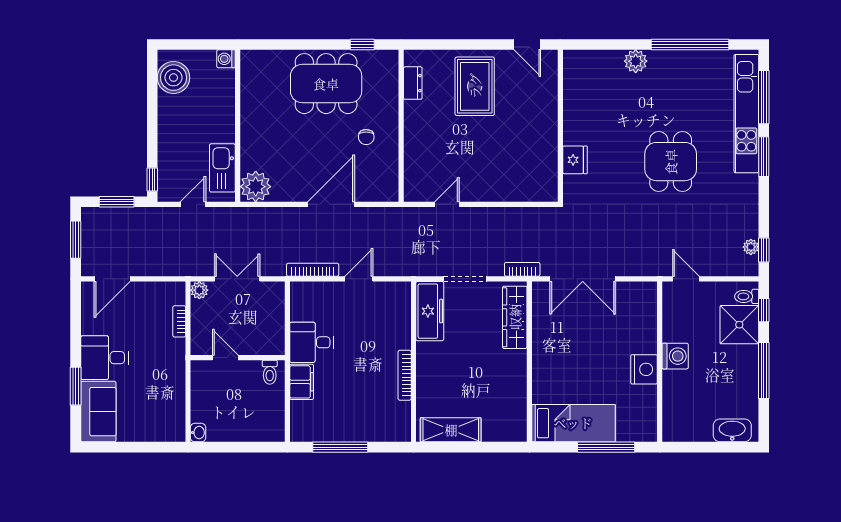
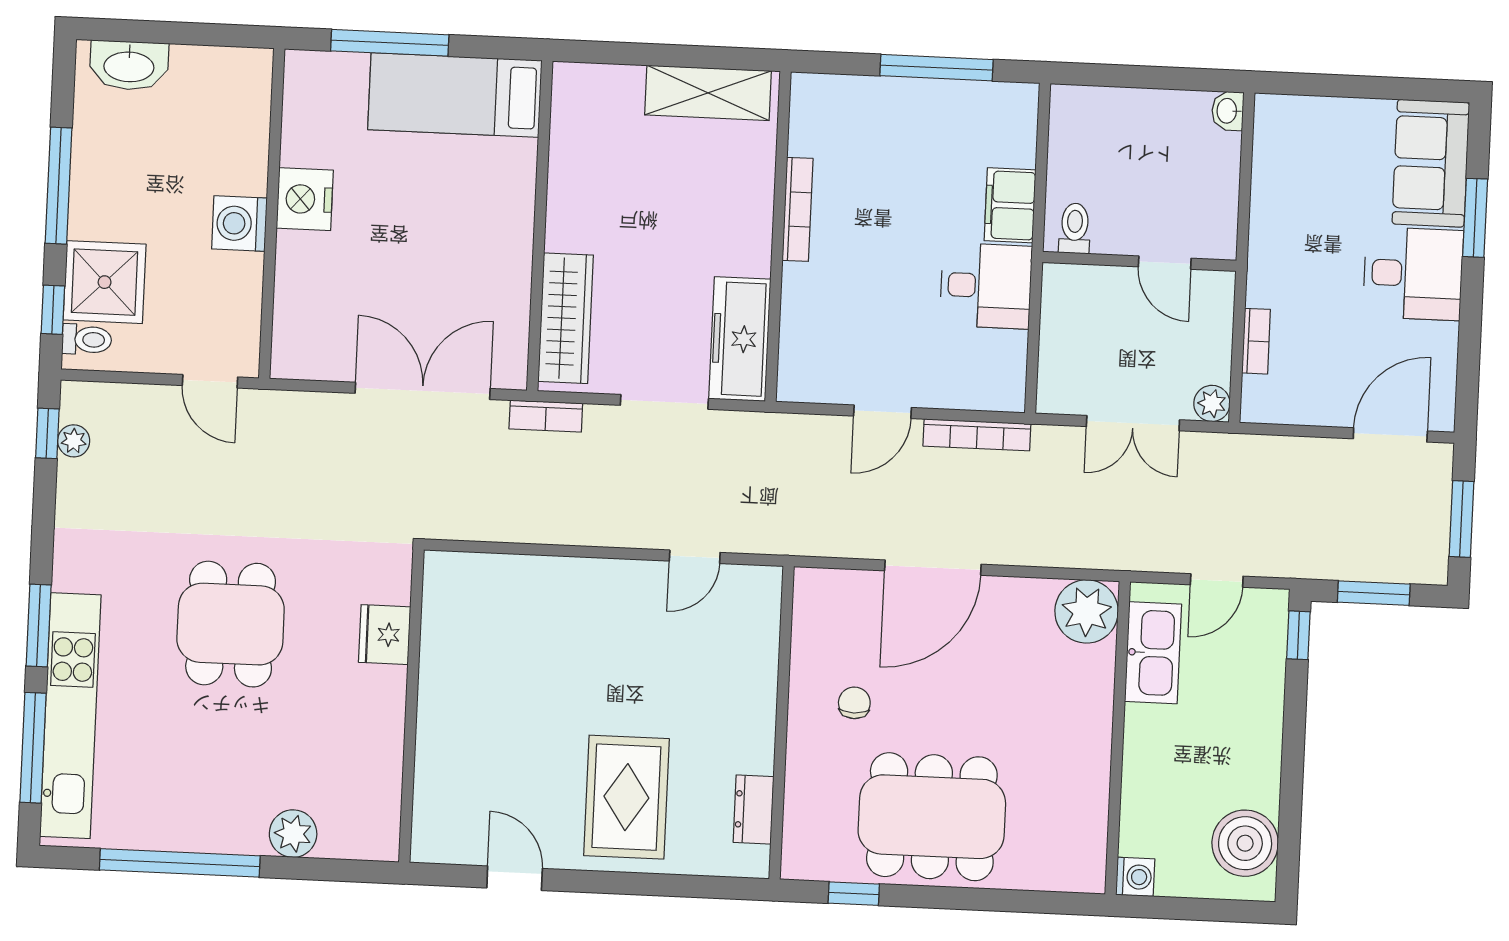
wall: (560, 126) -> (411, 706), moved
fridge: (575, 160) -> (385, 635), moved

